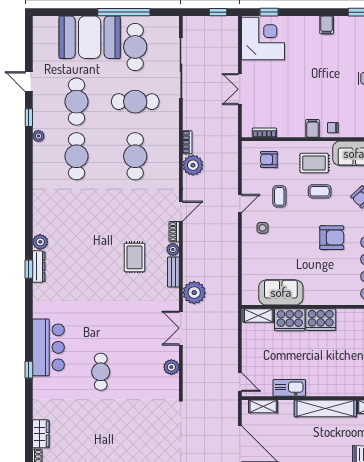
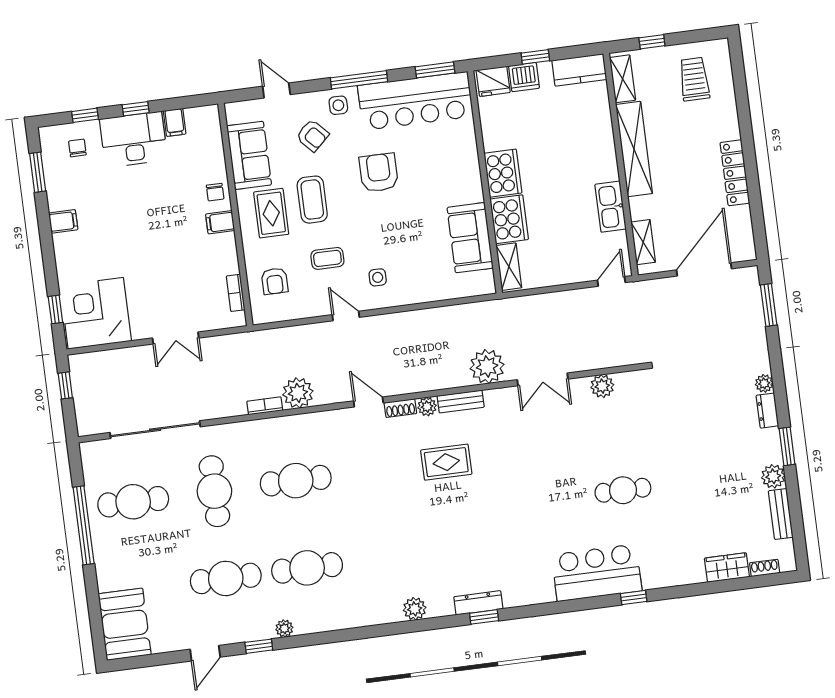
booth: (90, 37) -> (125, 624), moved, width x0.73, depth x0.70
coffee table: (320, 191) -> (312, 200), width x1.36, depth x1.30
plant: (40, 242) -> (415, 609), moved

